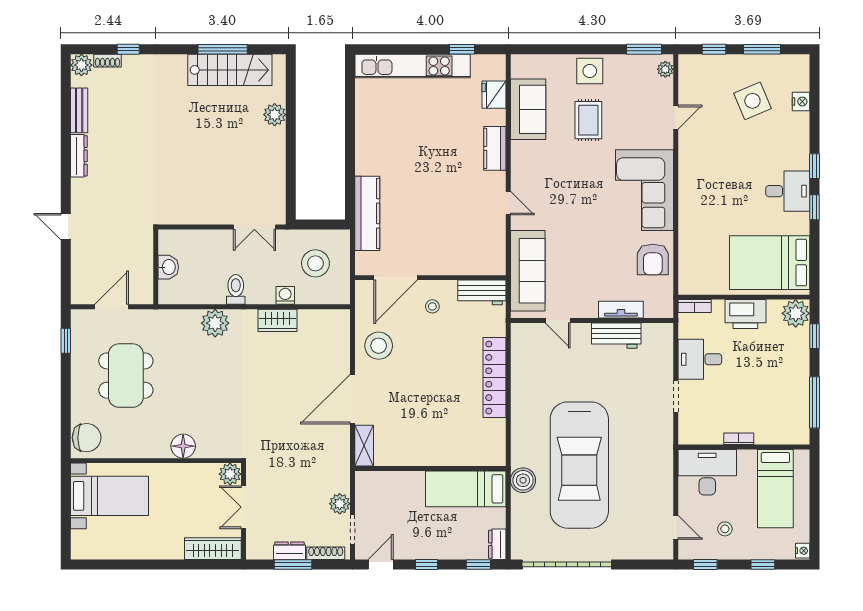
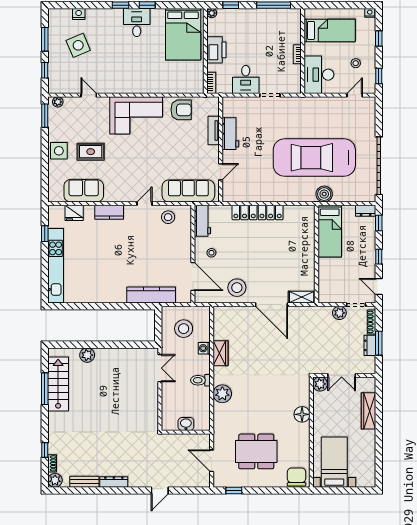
stool: (487, 240) -> (168, 217), added
plant: (796, 313) -> (212, 13), width x0.53, depth x0.53
car: (579, 465) -> (314, 158), turned 180
wardrobe: (213, 549) -> (368, 411), moved

